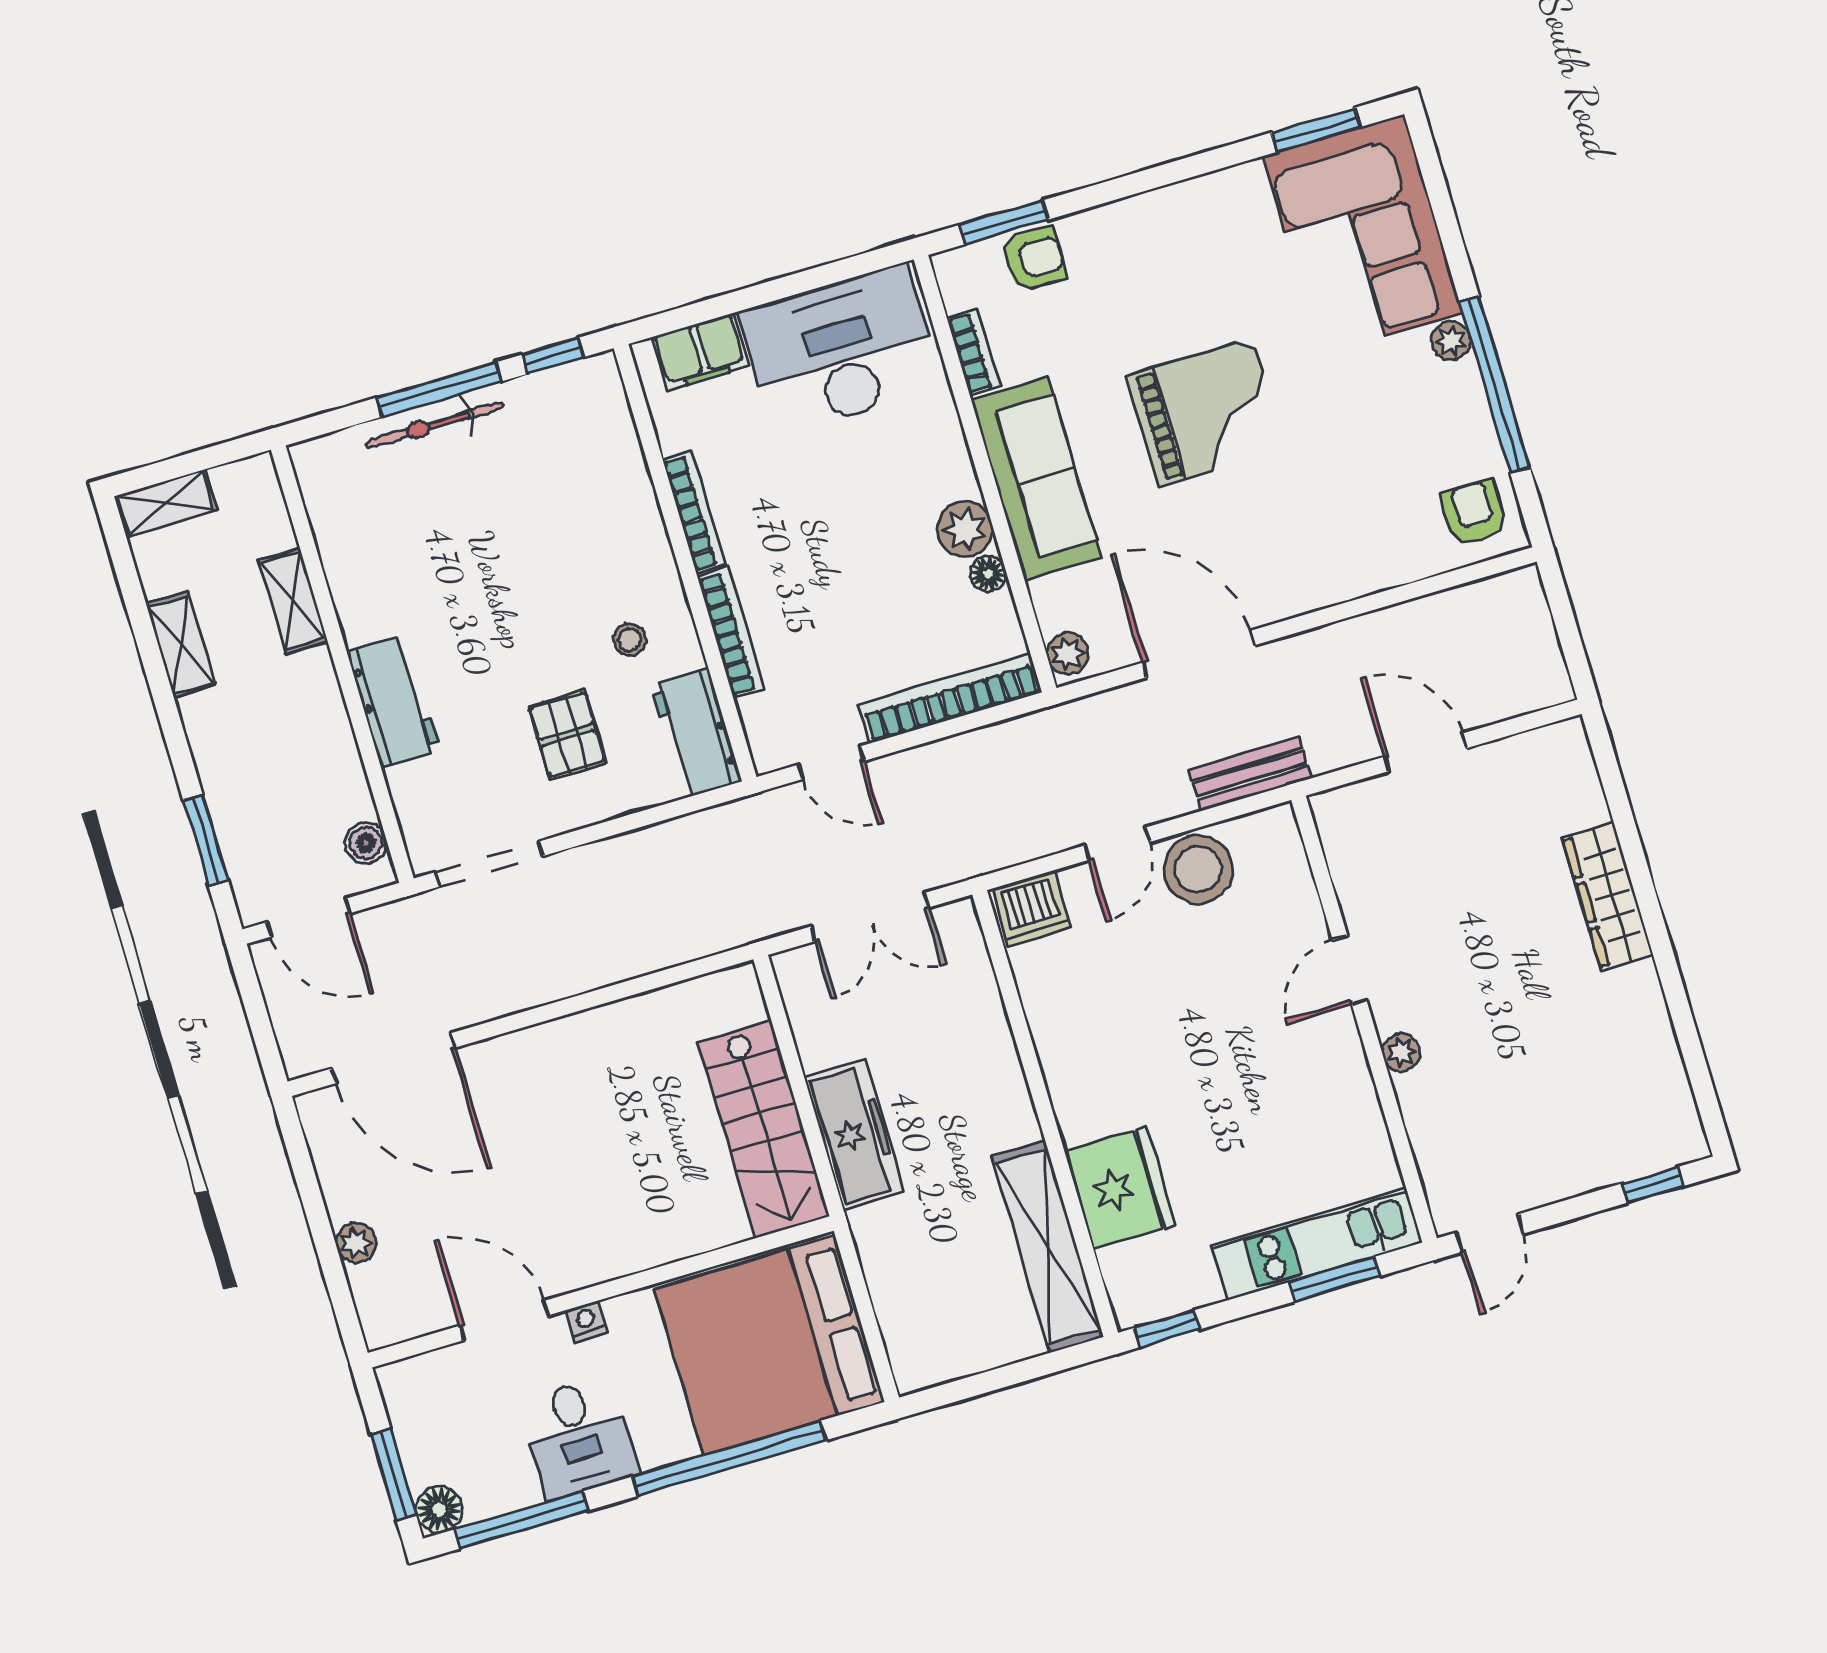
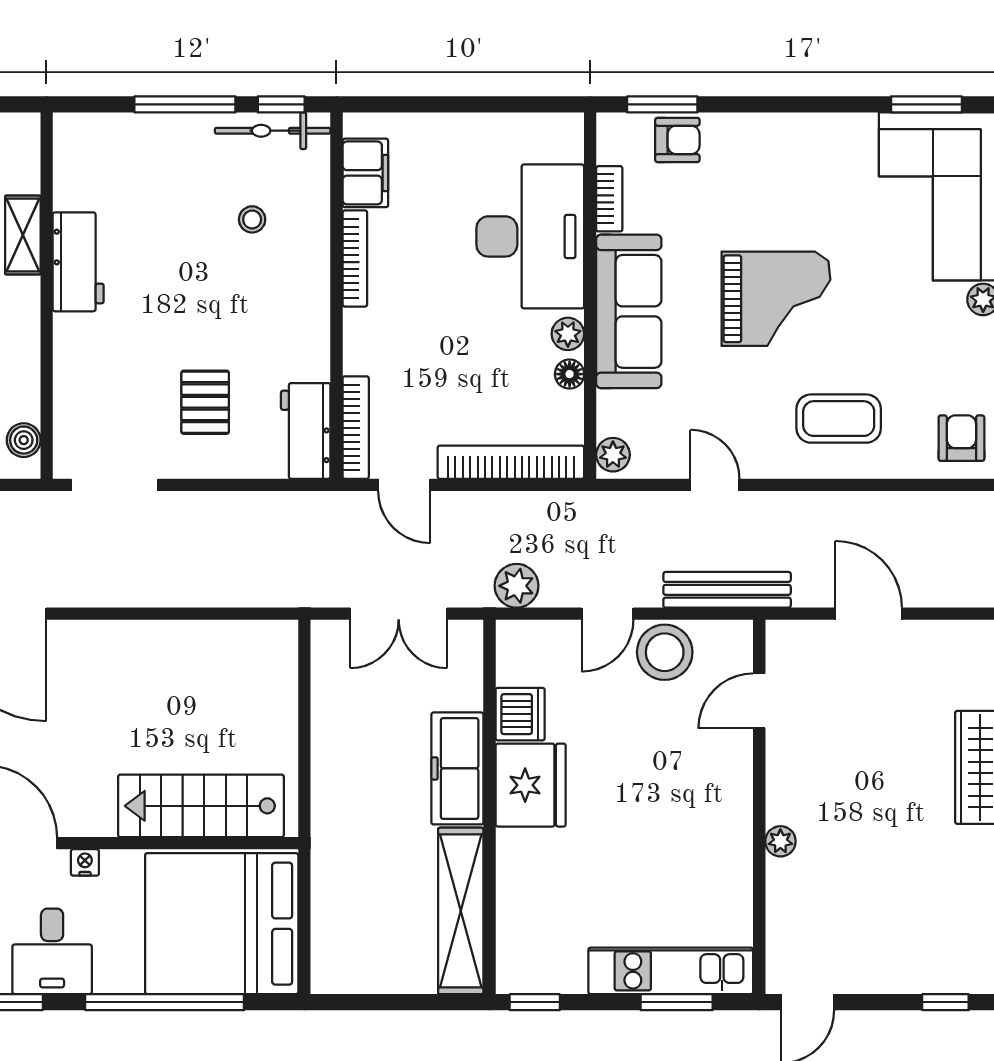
desk: (841, 350) -> (530, 236), moved, turned 90
filing cabinet: (700, 352) -> (365, 173), moved, turned -90
bicycle: (435, 425) -> (273, 131), moved
plant: (965, 529) -> (568, 334), width x0.73, depth x0.73
coffee table: (1322, 532) -> (839, 419), added
bookcase: (731, 633) -> (356, 428), moved
stool: (630, 640) -> (252, 219), moved
door: (1199, 654) -> (715, 485), width x0.53
workbench: (394, 701) -> (78, 262), moved
bench: (1250, 774) -> (727, 590), width x1.36
plant: (1000, 843) -> (517, 586), added
dishwasher: (1031, 909) -> (520, 714), moved, turned -90
door: (1350, 970) -> (759, 701), moved
stairs: (764, 1129) -> (201, 806), moved, turned 90
freezer: (854, 1134) -> (457, 768), moved, turned 180
fridge: (1120, 1188) -> (531, 785), moved

